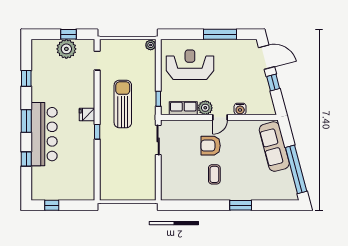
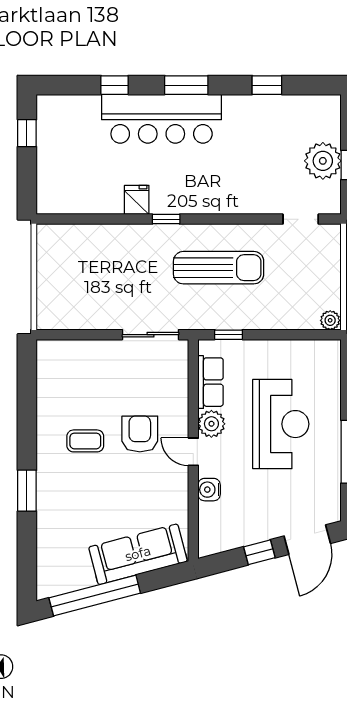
reception desk: (190, 65) -> (281, 424), moved
fridge: (87, 115) -> (137, 200), moved

